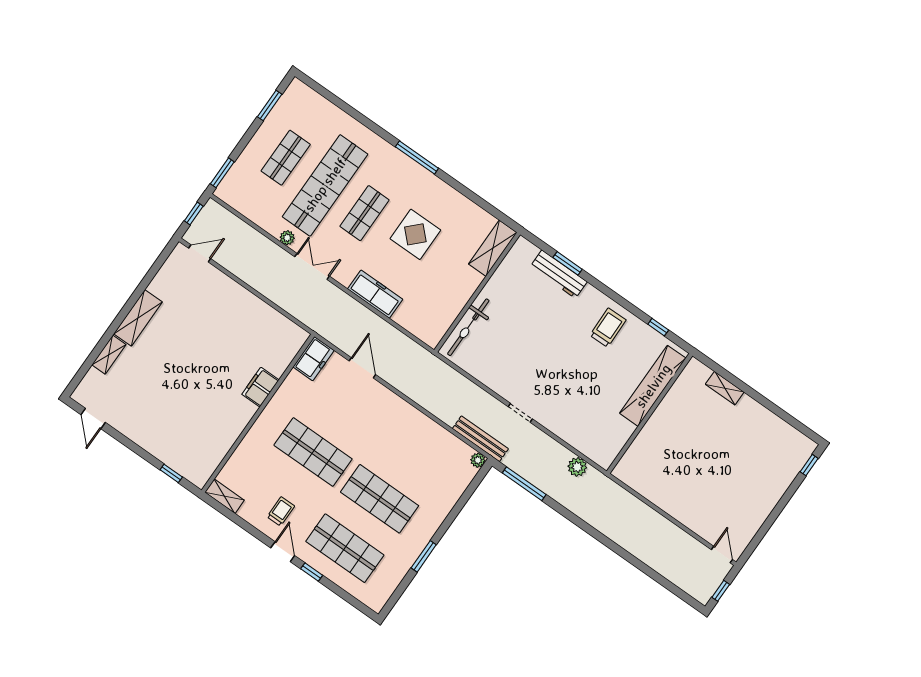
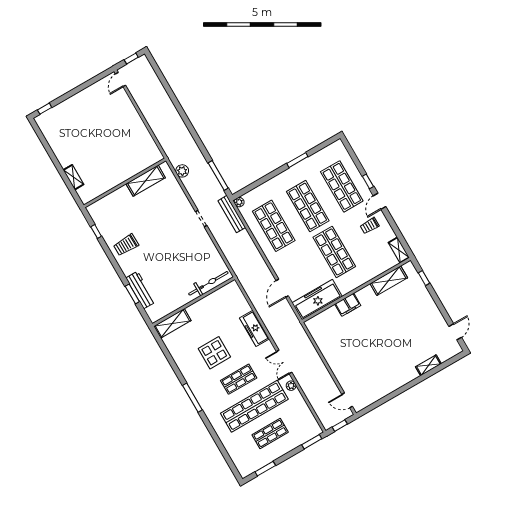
shelving: (138, 318) -> (389, 281), moved
freezer: (313, 359) -> (317, 300), width x1.91, depth x1.26
shelving: (653, 386) -> (146, 181), moved, width x0.68
shop shelf: (414, 449) -> (274, 226), added

